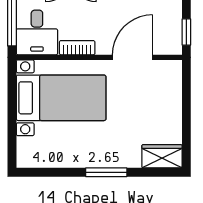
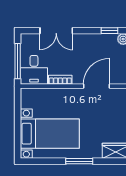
bed with nightstands: (61, 98) -> (50, 134), moved

